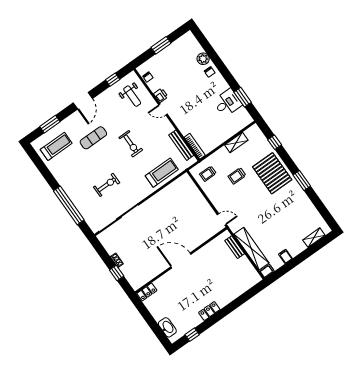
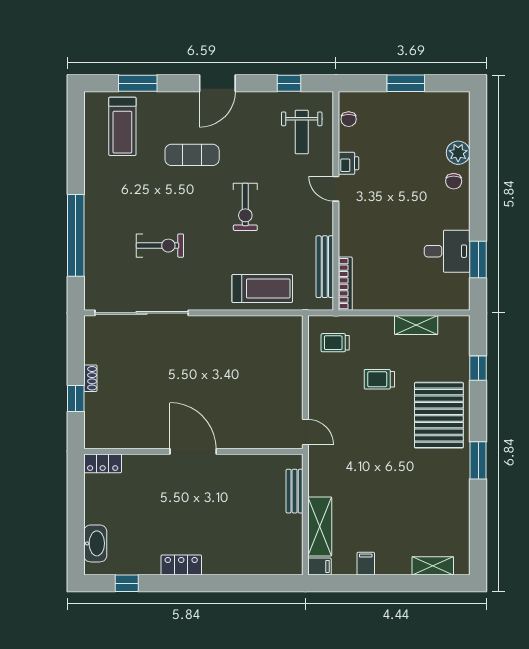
treadmill: (56, 146) -> (122, 126), turned 90
shelving: (251, 249) -> (320, 526), width x0.68

